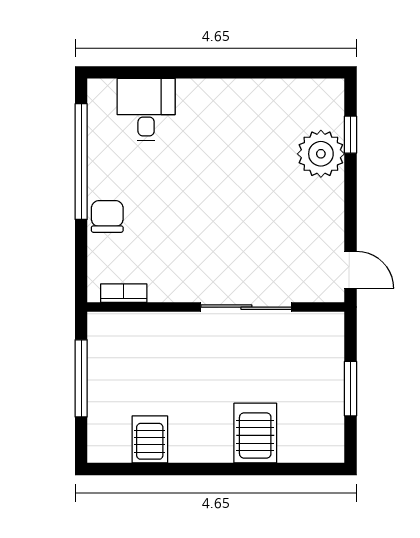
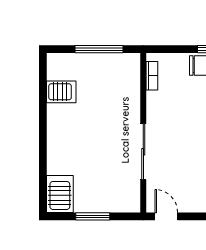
door: (351, 270) -> (166, 216), swing flipped
server rack: (255, 433) -> (60, 194), moved, turned -90

